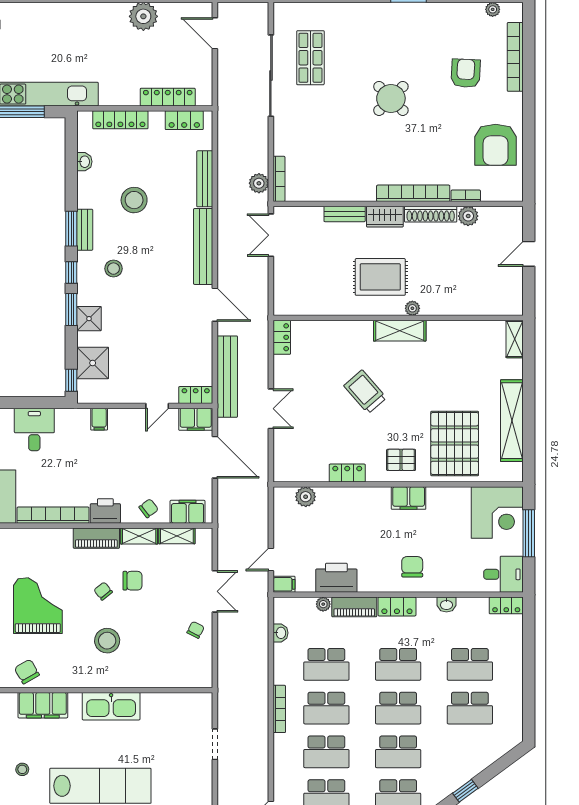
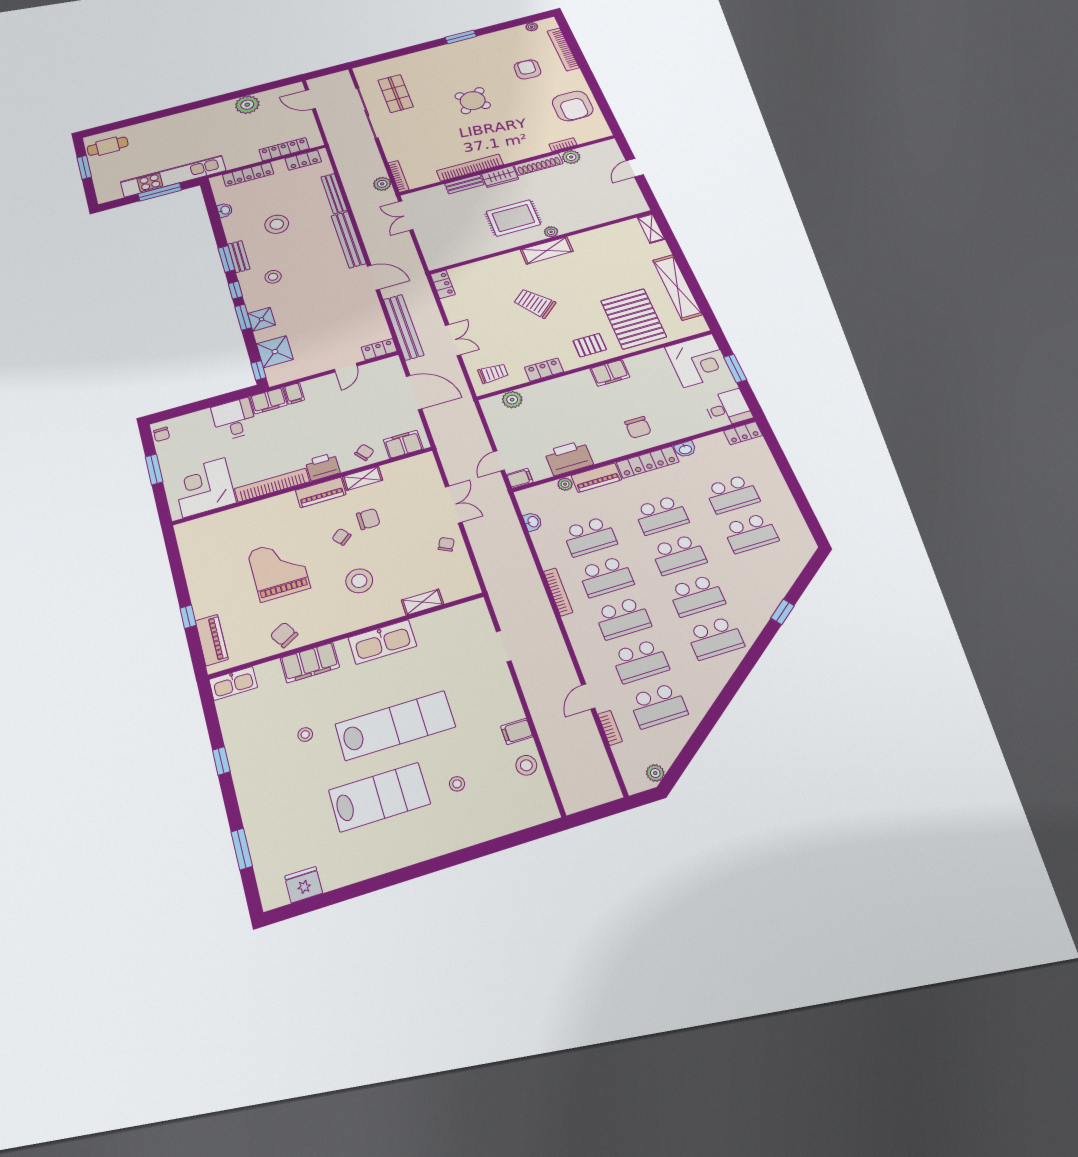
bookcase: (413, 193) -> (470, 168), moved
filing cabinet: (196, 419) -> (269, 401), moved
trolley: (297, 461) -> (493, 373), added
window: (529, 533) -> (735, 368), width x0.69
shelving: (177, 536) -> (422, 602), moved
chair: (412, 567) -> (638, 427), turned 180
locker: (397, 607) -> (648, 462), width x1.53

